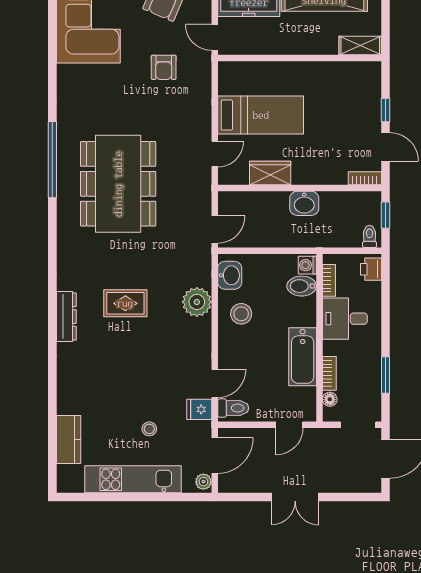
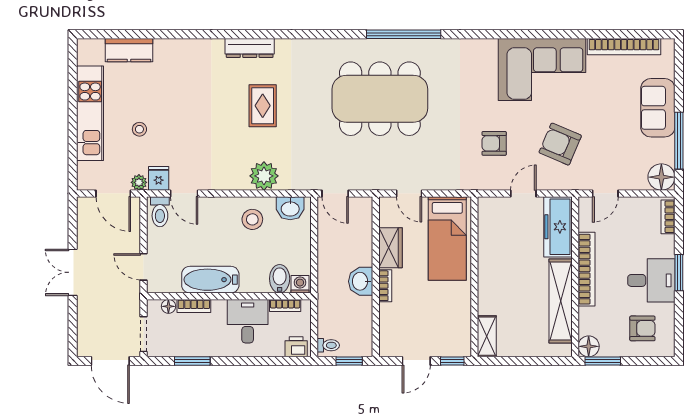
shelving: (360, 45) -> (487, 336), moved
wall: (300, 58) -> (474, 277), moved
bookcase: (365, 178) -> (385, 286), moved
plant: (203, 482) -> (139, 182), moved

